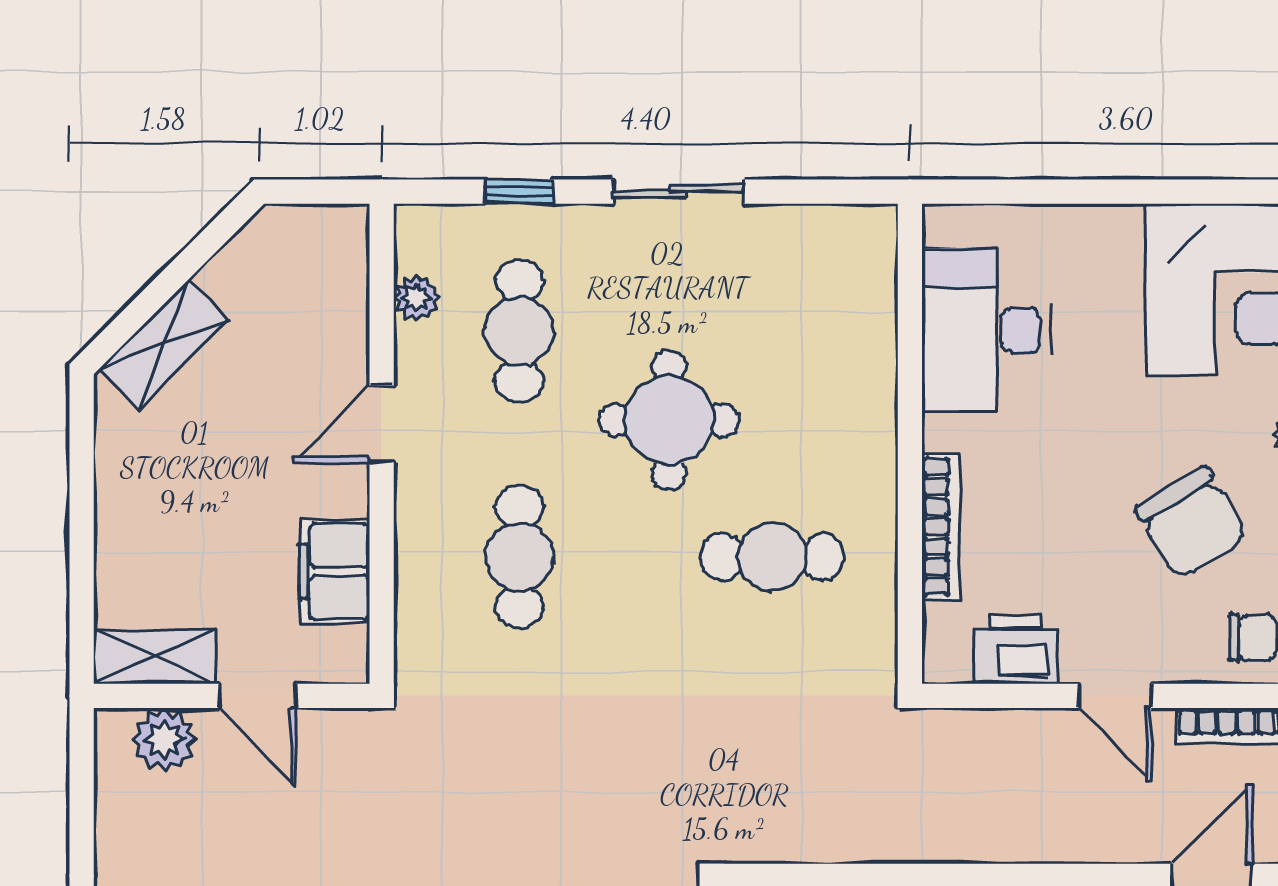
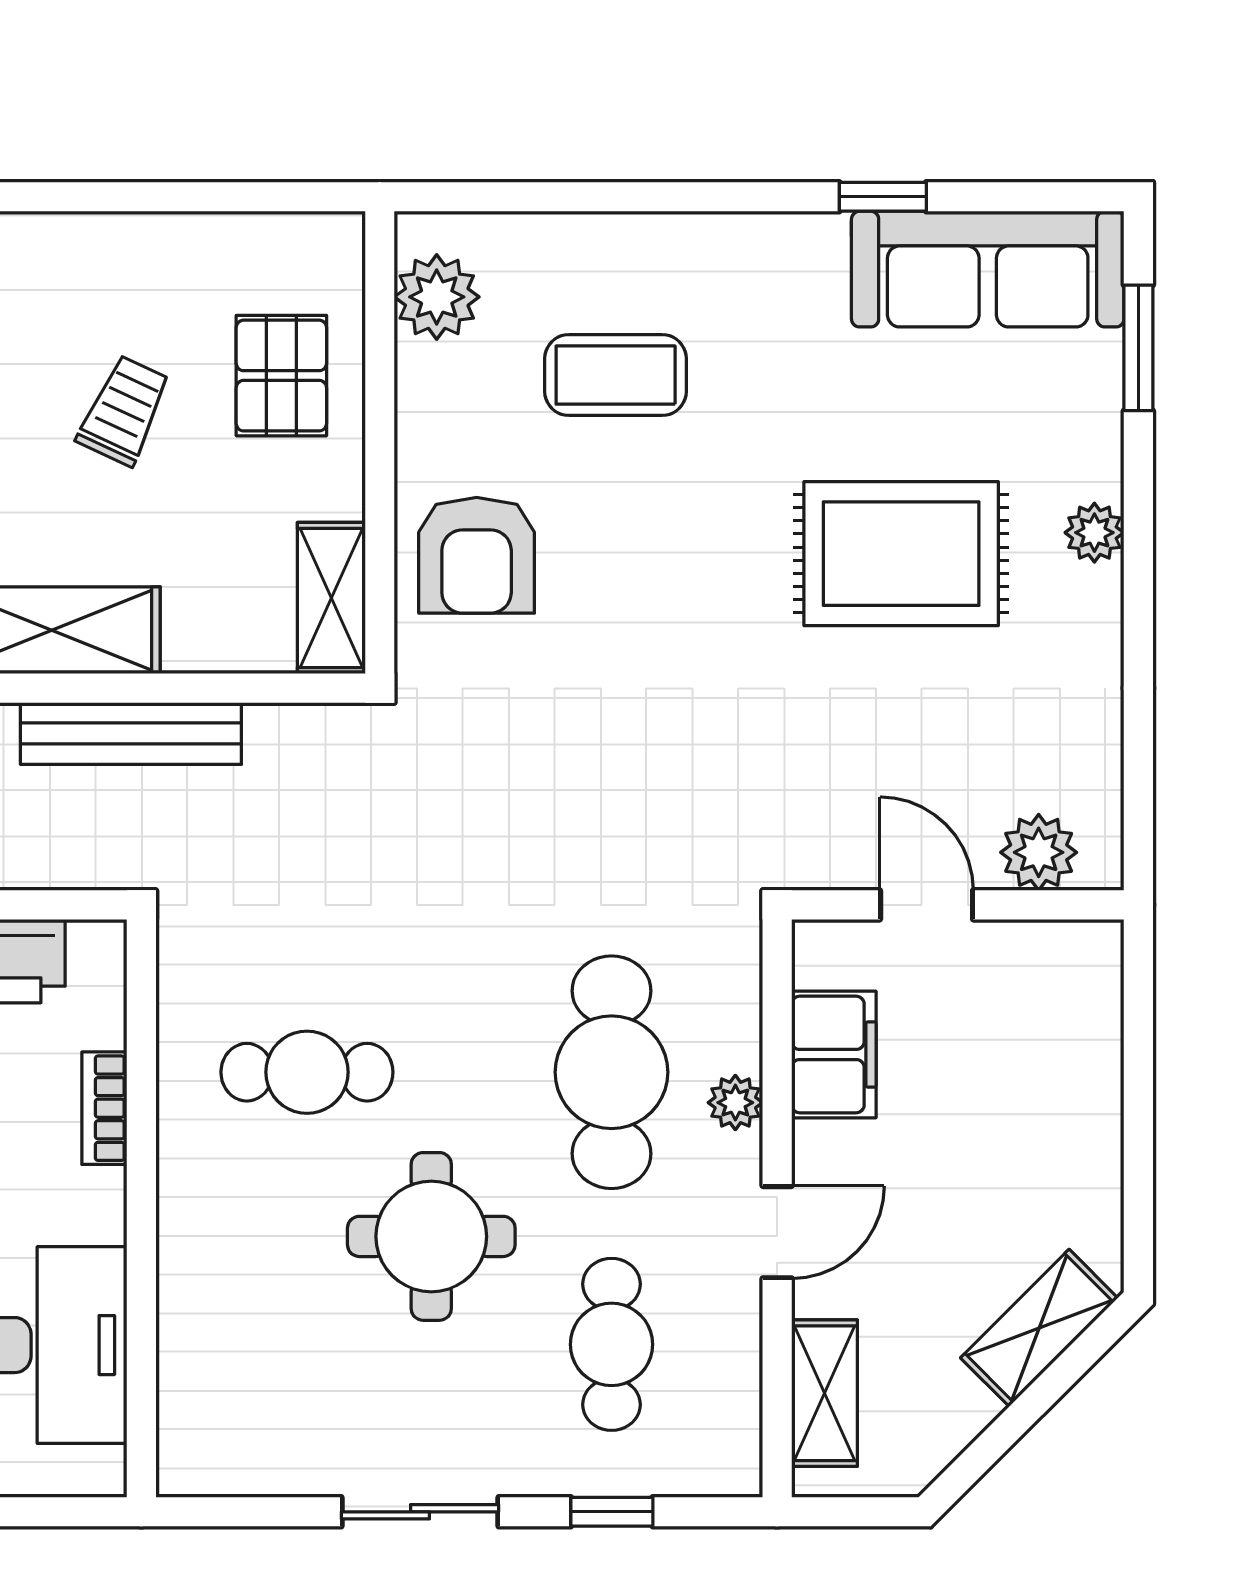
plant: (416, 298) -> (735, 1103), moved
bookcase: (941, 527) -> (104, 1108), width x0.64
cafe table: (519, 557) -> (612, 1072), width x1.37, depth x1.35
shelving: (154, 656) -> (825, 1393), moved, turned 90
bench: (919, 838) -> (131, 733), added

